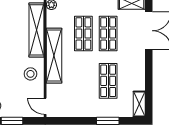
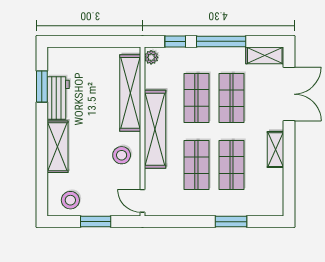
shop shelf: (83, 81) -> (196, 165), added
shelving: (139, 104) -> (275, 150), moved

